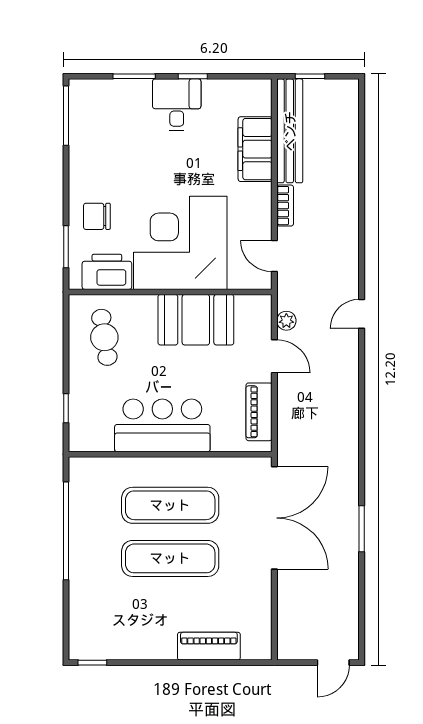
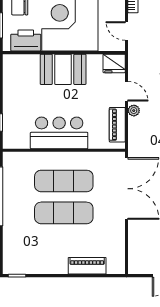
fridge: (254, 310) -> (114, 63), added
booth: (196, 320) -> (63, 69), moved
plant: (286, 321) -> (134, 111), moved
cafe table: (104, 337) -> (24, 80), removed

